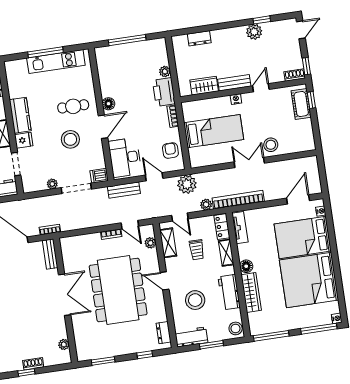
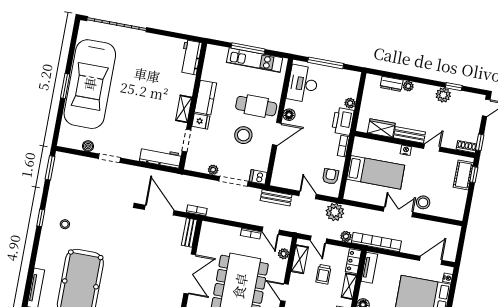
plant: (217, 35) -> (408, 86), added
cafe table: (73, 106) -> (256, 106), width x1.37, depth x1.35
desk: (125, 158) -> (303, 84), moved

